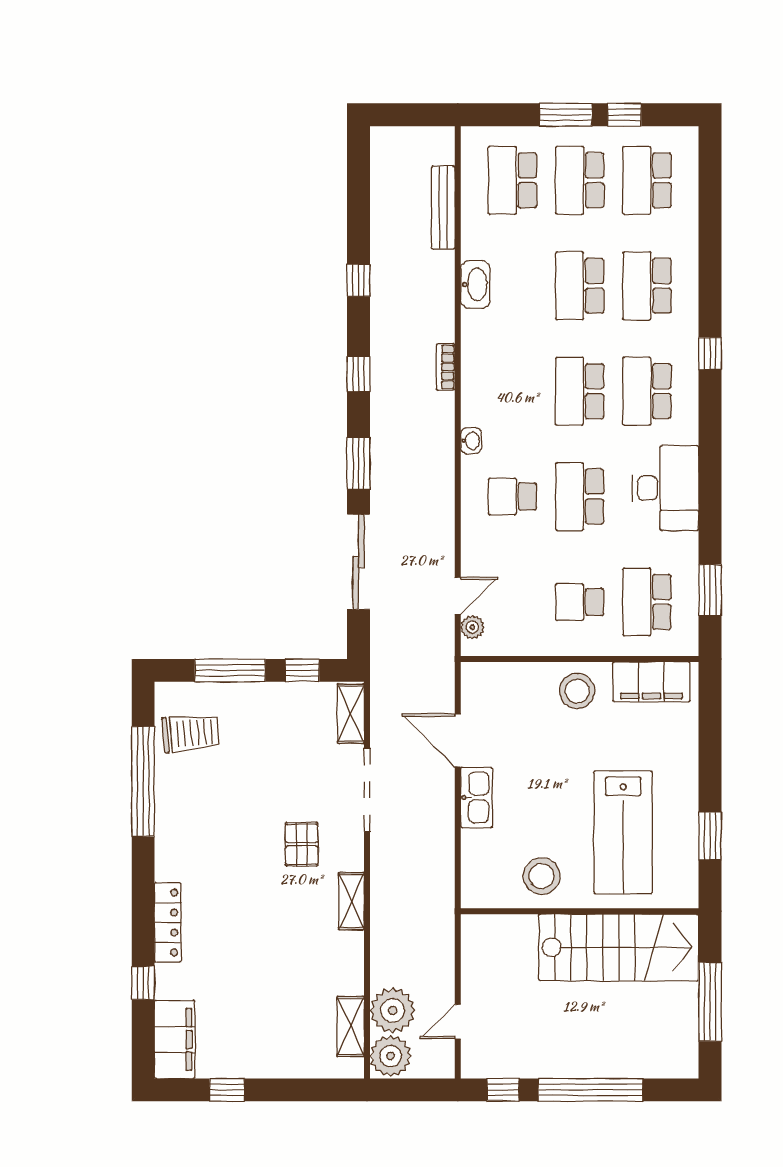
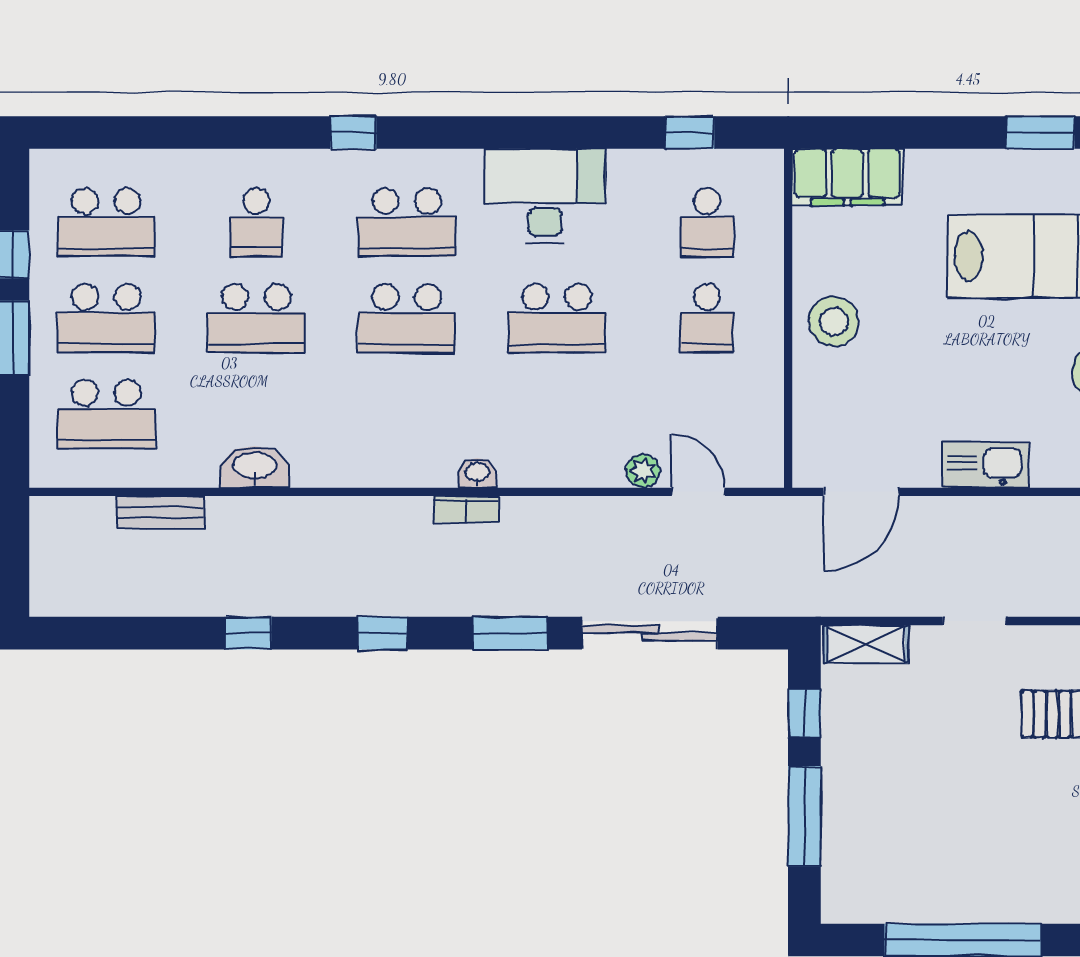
bench: (443, 207) -> (161, 512), width x0.73
school desk: (647, 286) -> (256, 222), width x0.54
bookcase: (446, 367) -> (466, 509), moved
school desk: (512, 497) -> (557, 414), removed
window: (710, 590) -> (690, 132), width x0.67
school desk: (647, 602) -> (707, 222), width x0.54
plant: (472, 627) -> (643, 471), moved
filing cabinet: (651, 682) -> (847, 177), moved, turned 90
trolley: (191, 733) -> (894, 872), removed
door: (458, 740) -> (861, 492), moved
doorway: (367, 790) -> (975, 621), width x0.53

